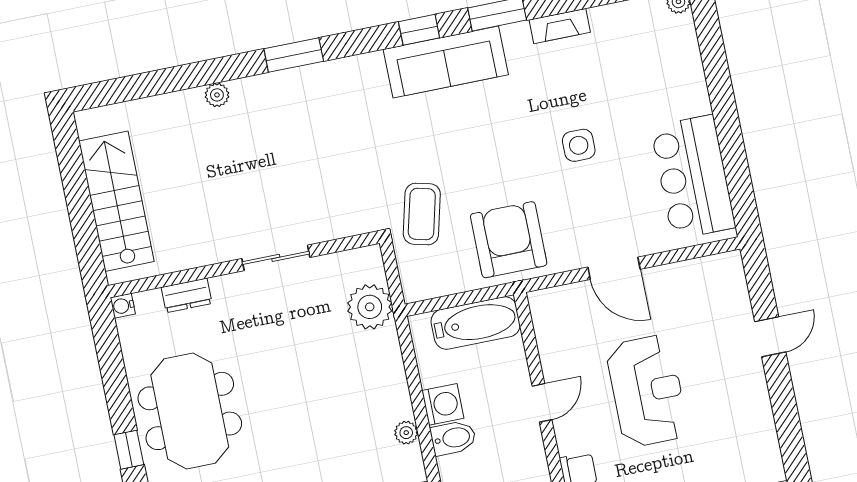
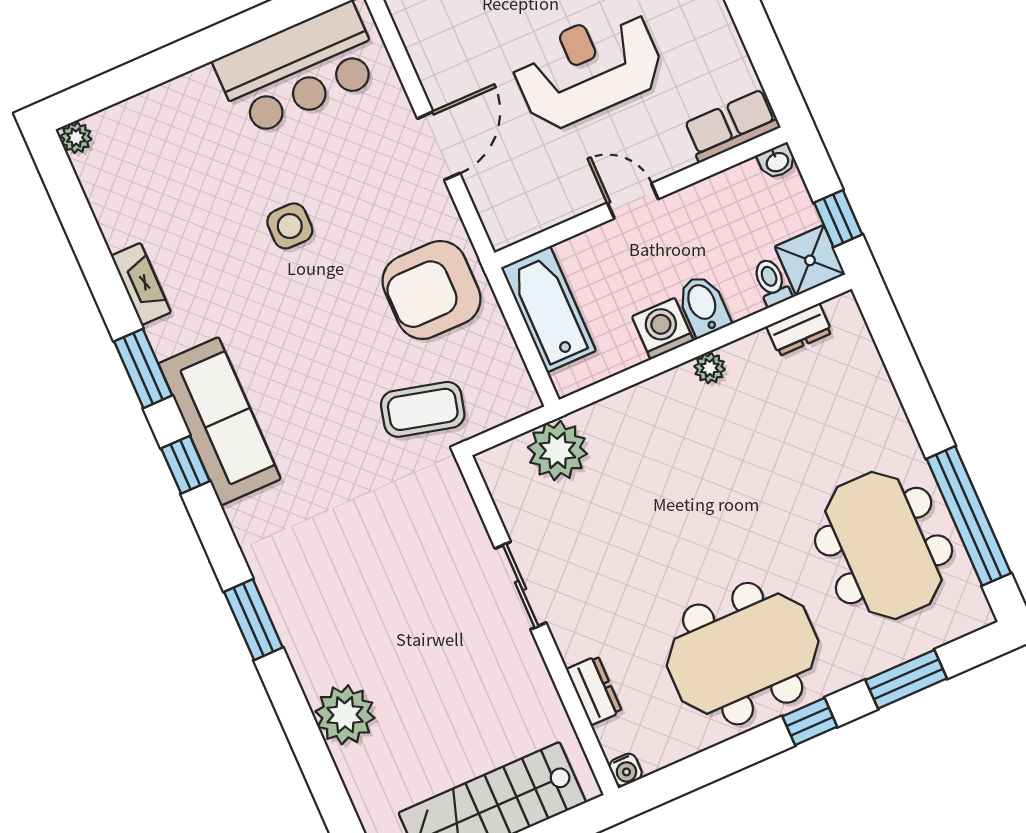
plant: (217, 95) -> (345, 715), width x1.87, depth x1.87

